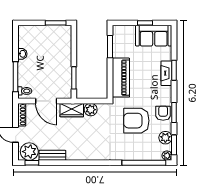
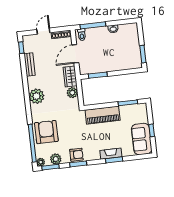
armchair: (136, 121) -> (46, 132), moved
plant: (29, 152) -> (37, 96), moved

